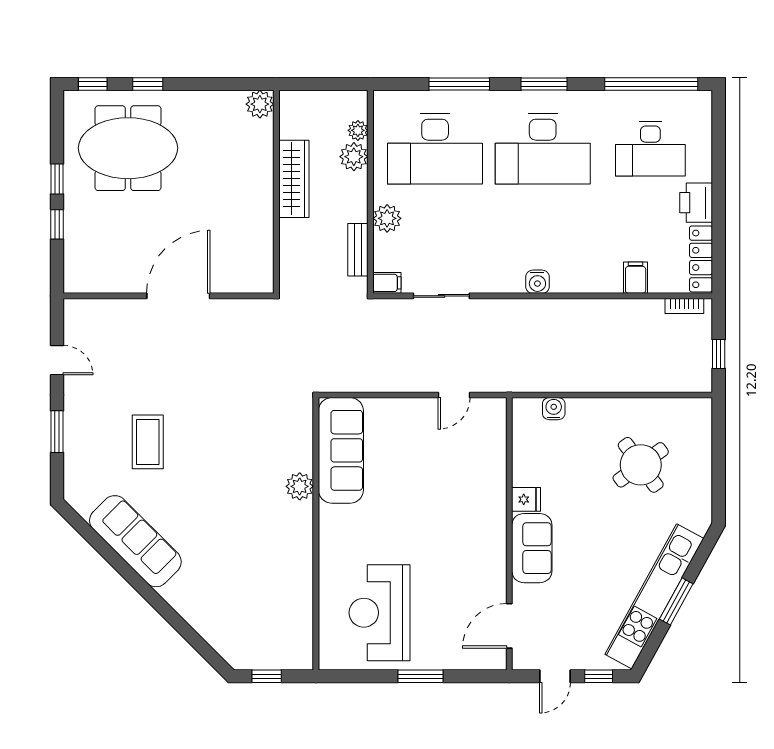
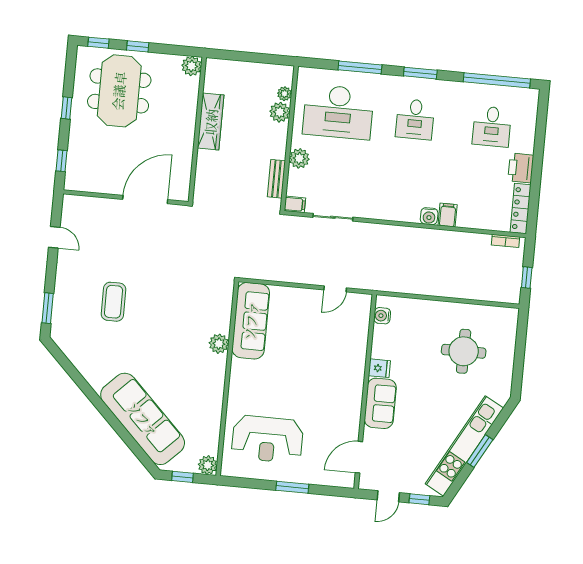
plant: (260, 104) -> (191, 66), moved
meeting table: (128, 148) -> (119, 91), turned 90
desk: (543, 149) -> (415, 119), width x0.53, depth x0.77
desk: (650, 149) -> (492, 127), width x0.73
wardrobe: (294, 179) -> (211, 122), moved
wall: (276, 192) -> (197, 130), moved
window: (57, 224) -> (62, 161), moved
filing cabinet: (636, 278) -> (448, 215), moved
water cooler: (537, 282) -> (429, 216), moved
water cooler: (554, 409) -> (382, 316), moved, turned -90
window: (57, 432) -> (48, 308), moved
round table: (641, 465) -> (464, 351), turned 36
sofa: (135, 541) -> (143, 419), moved, width x1.36, depth x1.27
reception desk: (380, 613) -> (267, 439), turned -90
plant: (300, 657) -> (208, 465), added

